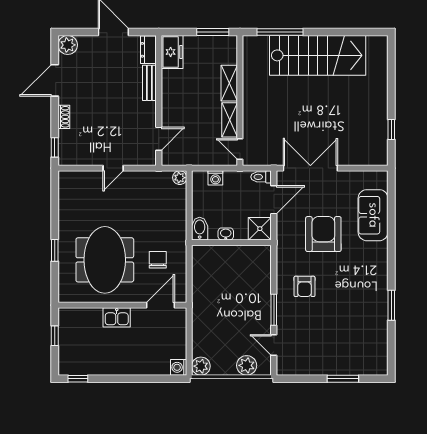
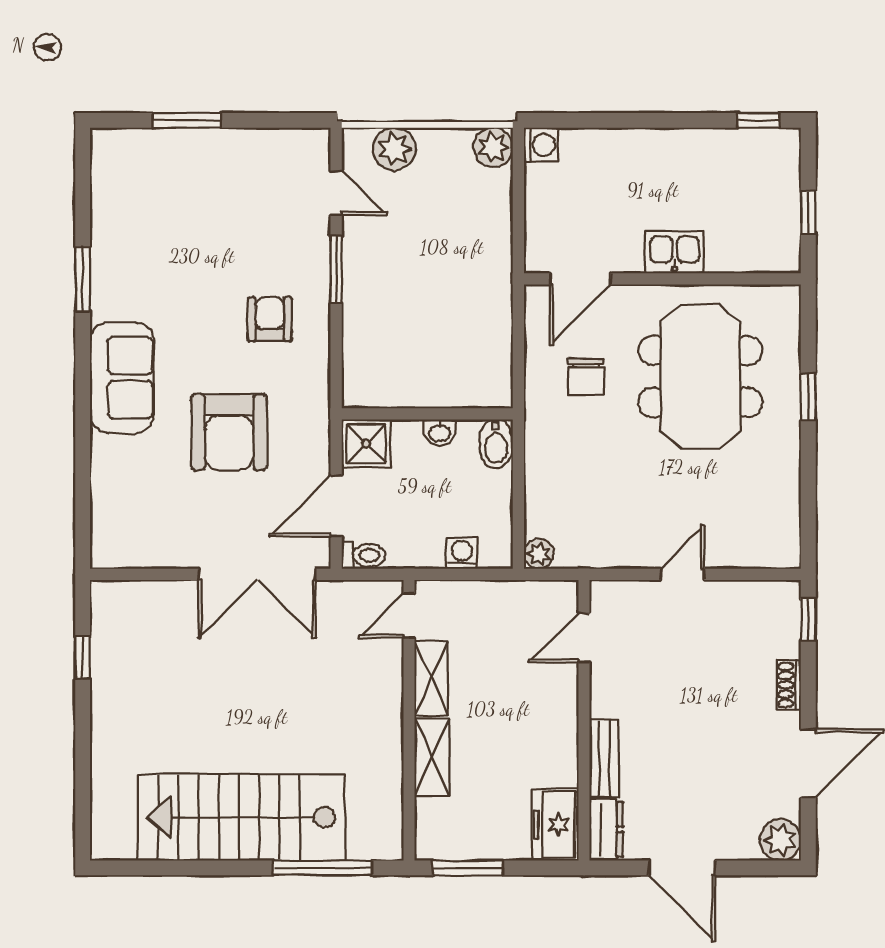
door: (240, 149) -> (409, 616), swing flipped
sofa: (373, 215) -> (122, 378), moved

